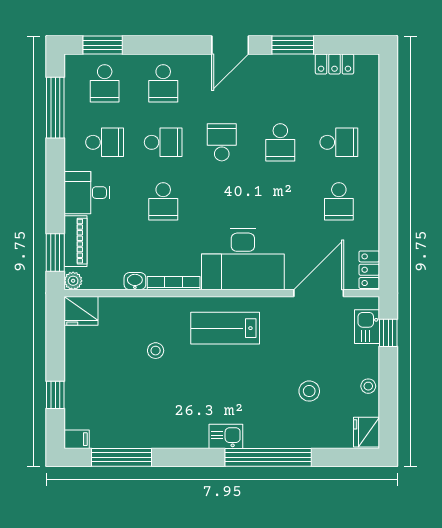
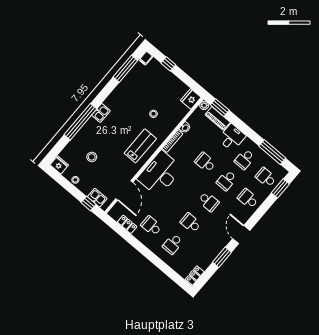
locker: (335, 64) -> (195, 275), moved
locker: (369, 270) -> (127, 224), moved

